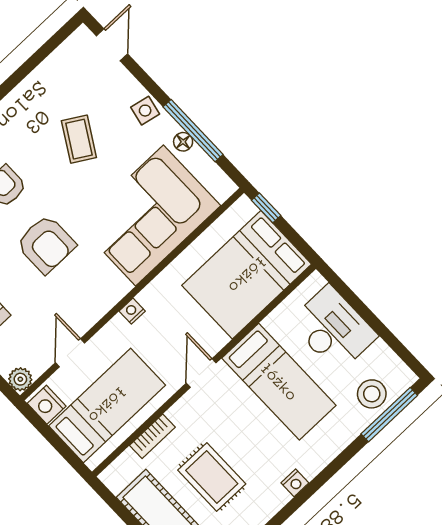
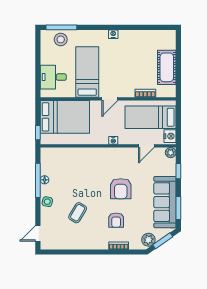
corner sofa: (150, 215) -> (78, 166), removed
armchair: (46, 244) -> (121, 189), turned 180
desk: (333, 329) -> (53, 77), width x0.73
rug: (212, 477) -> (138, 62), removed

